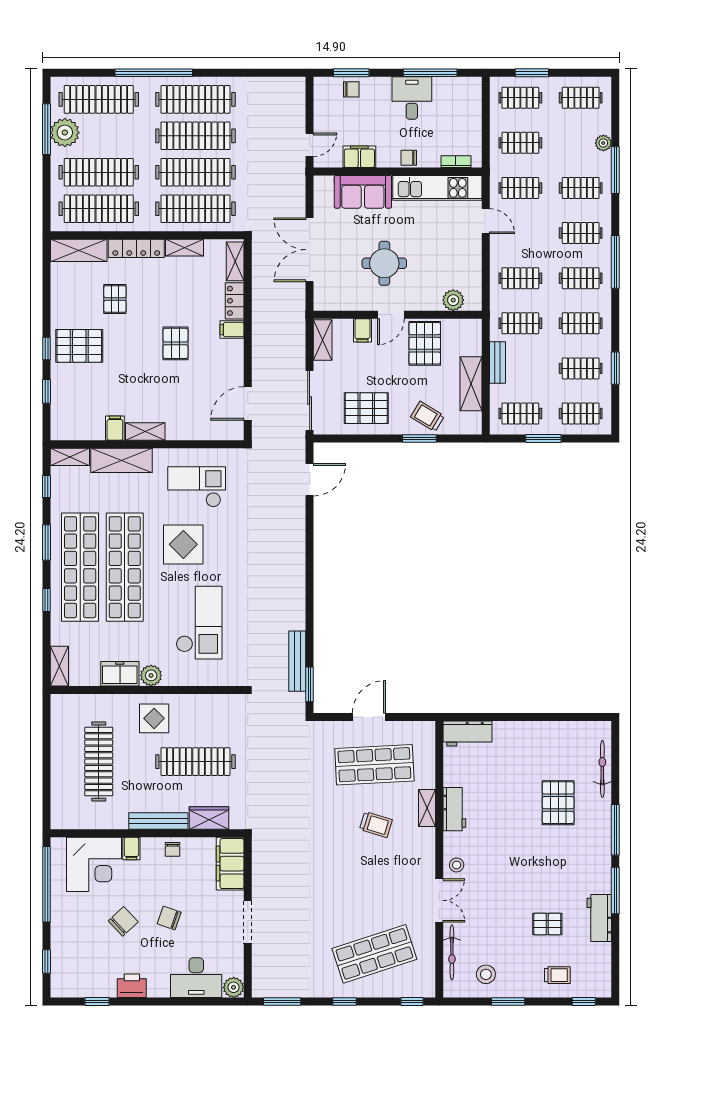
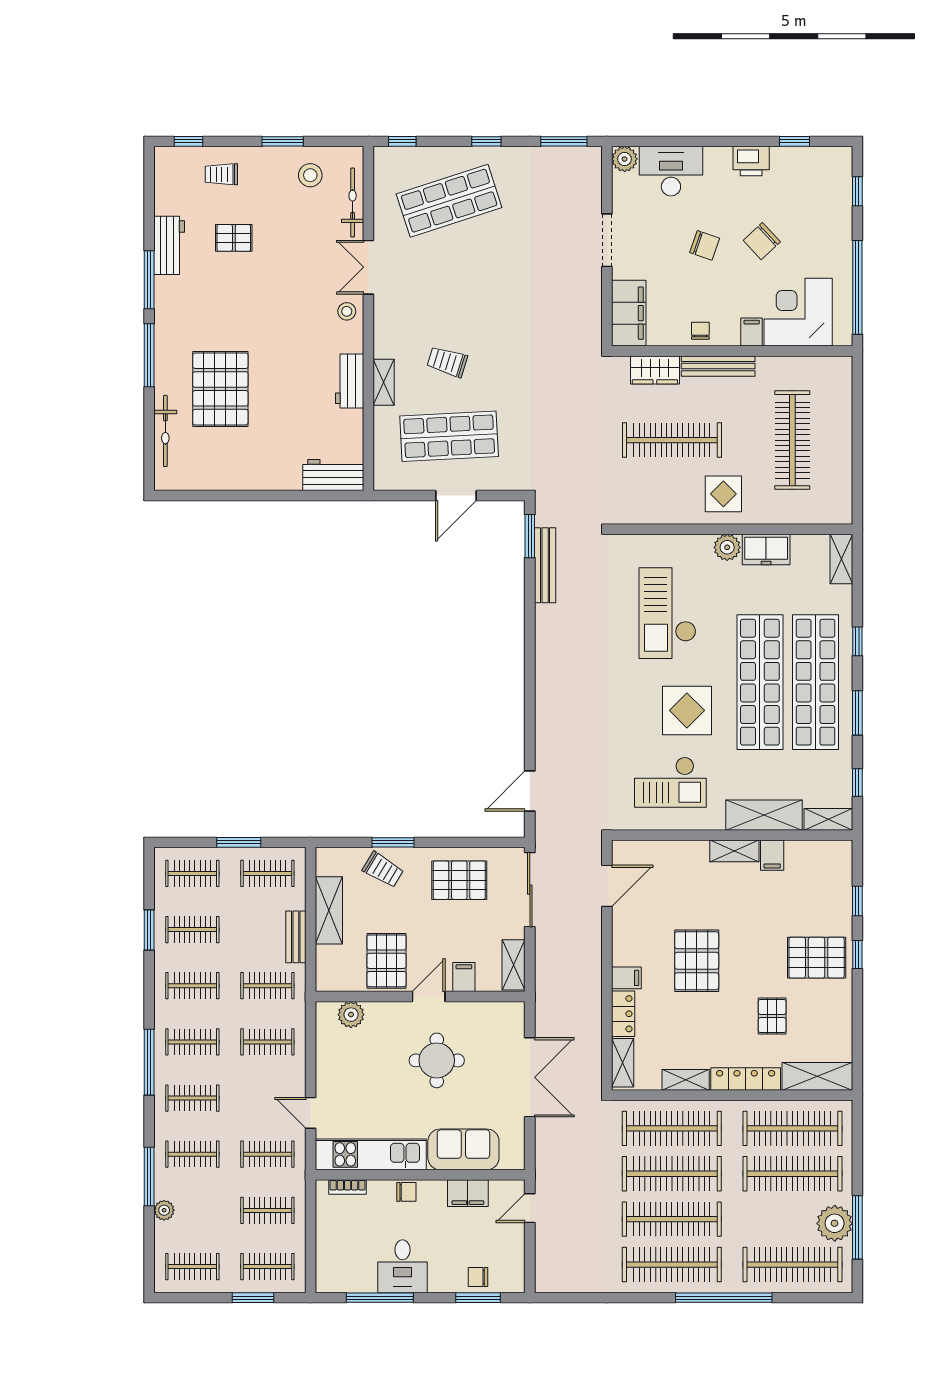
pallet: (175, 343) -> (697, 961), width x1.50, depth x1.42
pallet: (558, 803) -> (220, 389), width x1.37, depth x1.41

